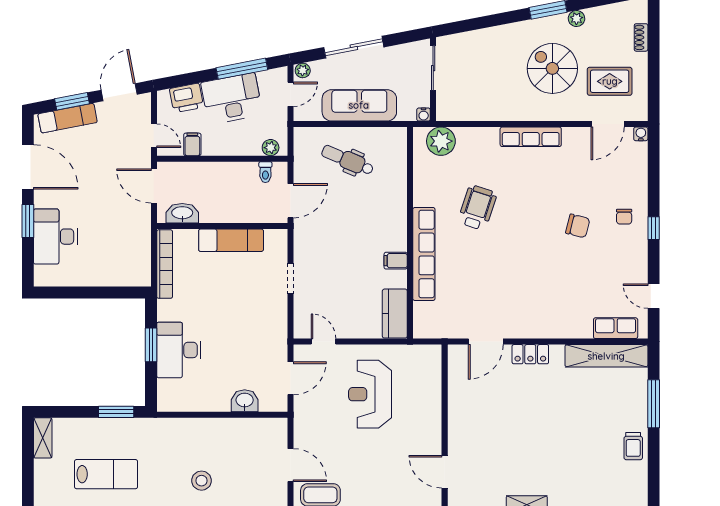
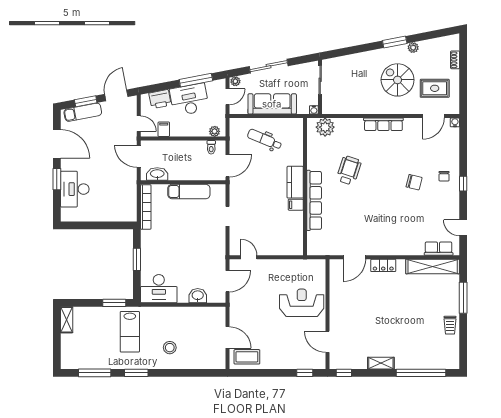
kitchen counter: (395, 314) -> (295, 182), moved
desk: (179, 350) -> (159, 289), moved, turned -90
reception desk: (370, 394) -> (302, 303), moved, turned 90
lab bench: (106, 474) -> (130, 332), moved, turned 90

